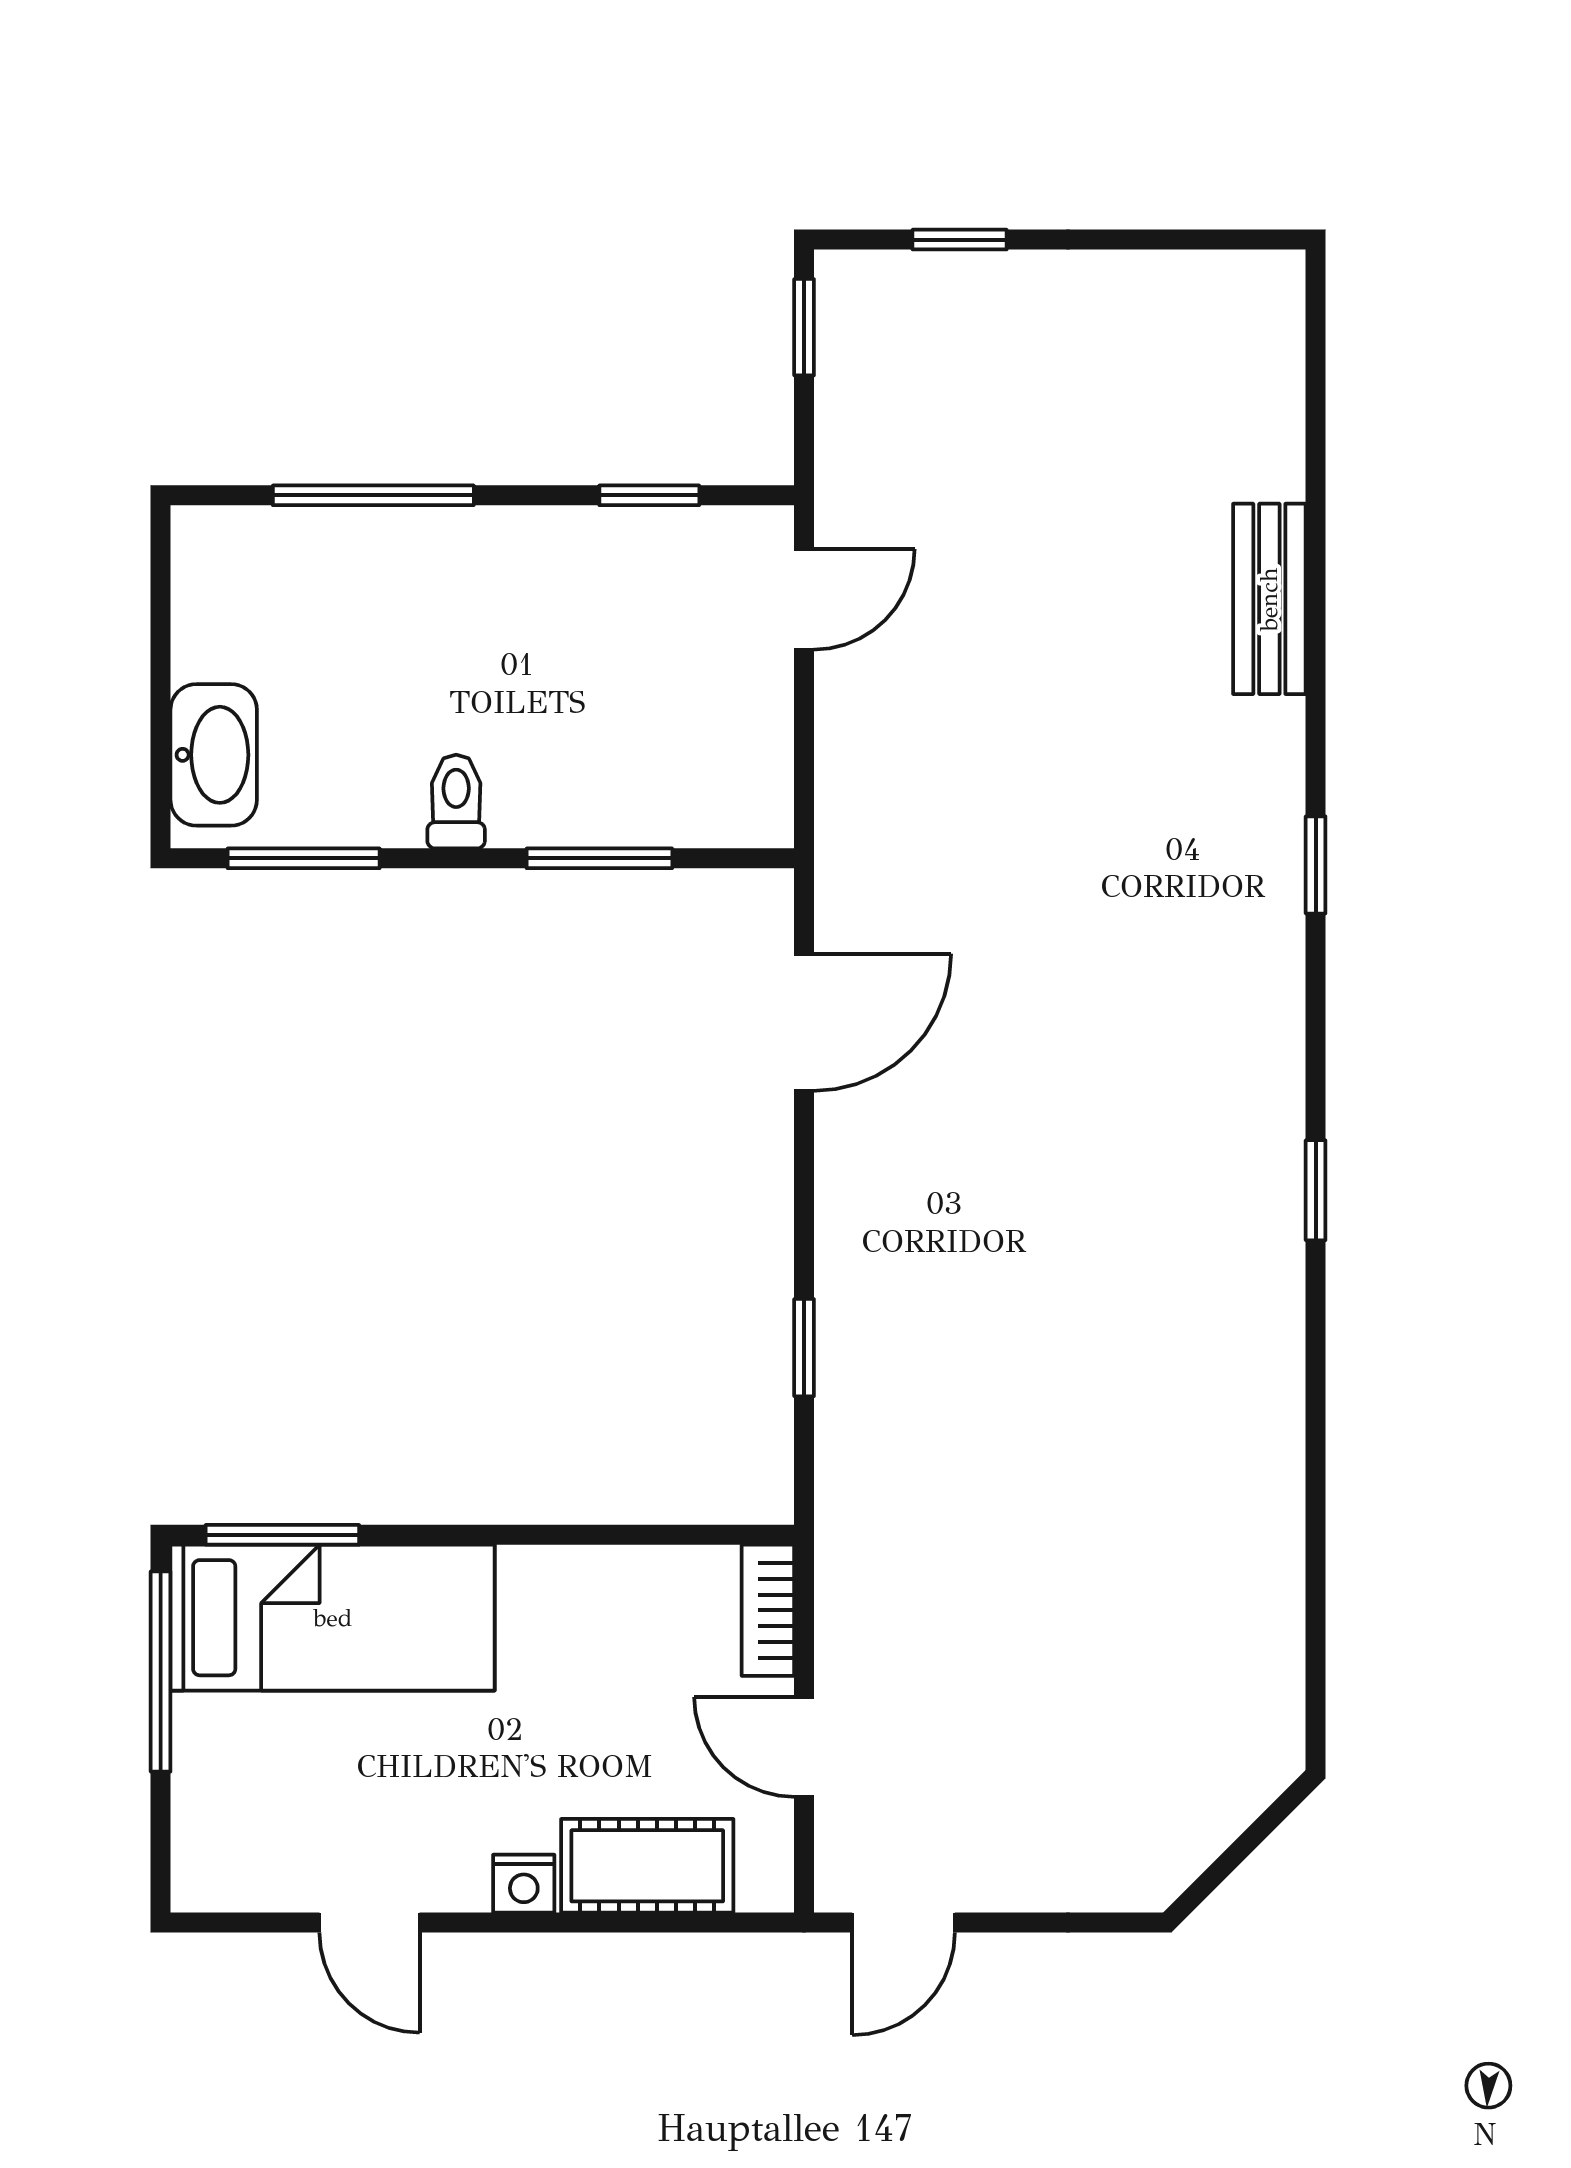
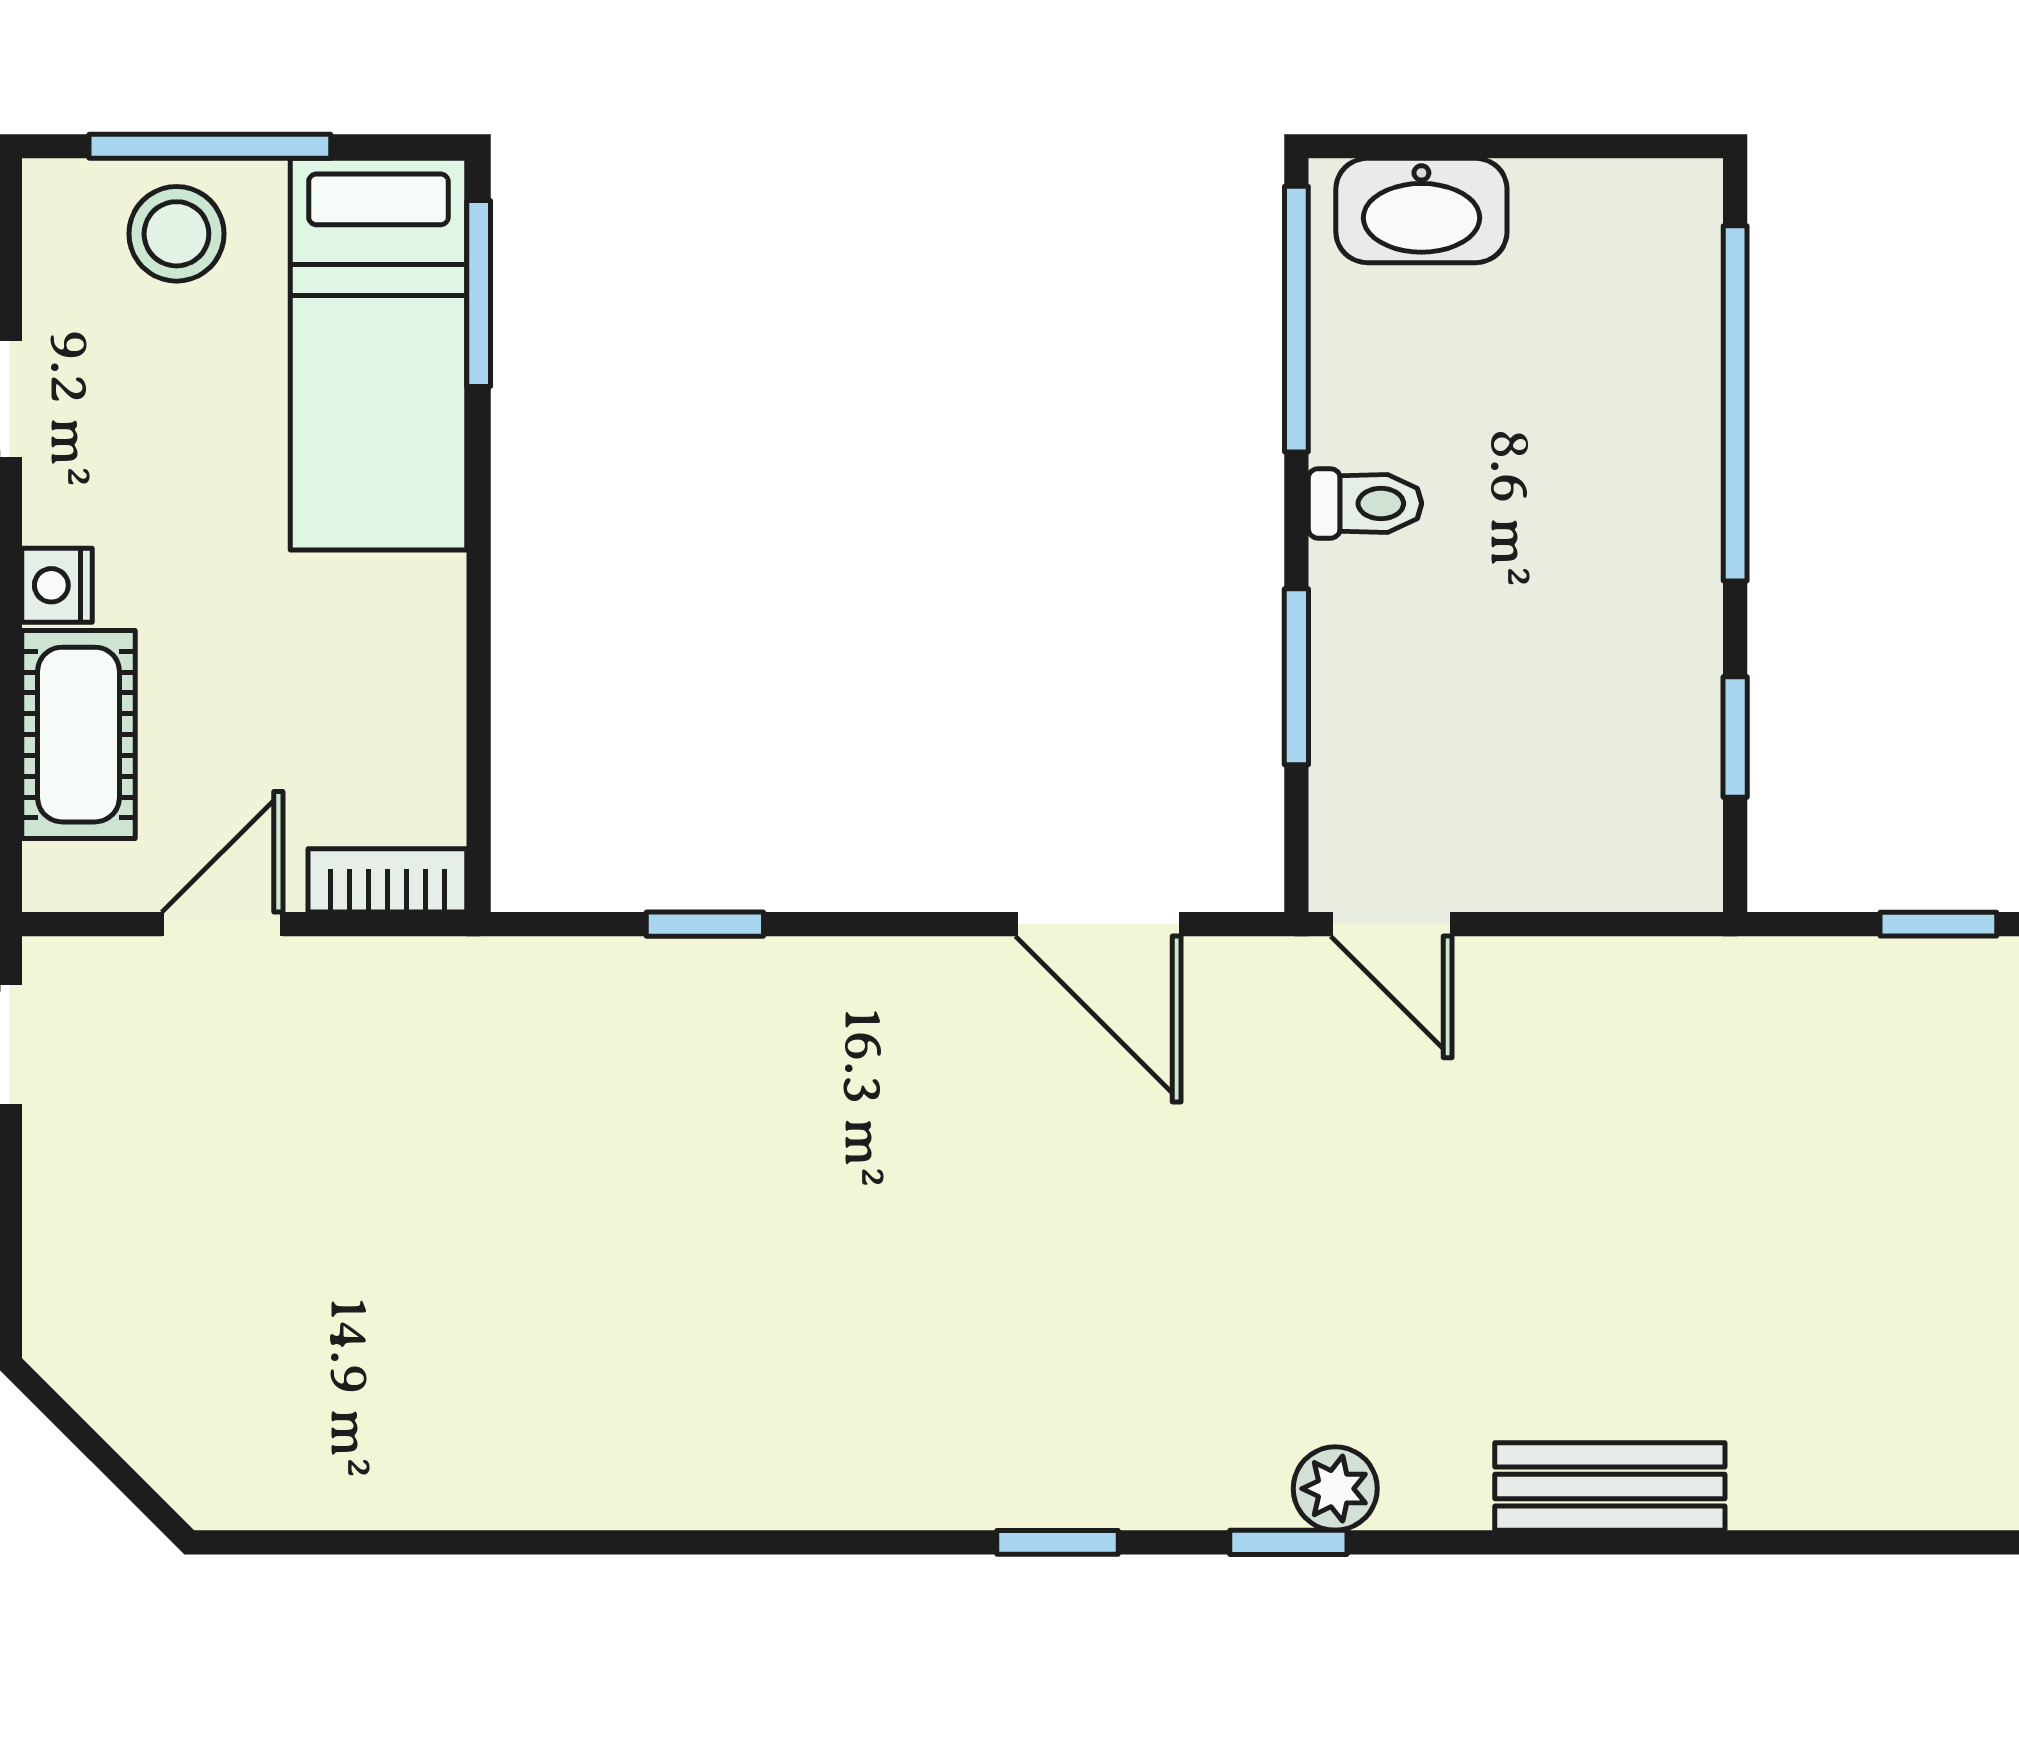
window: (373, 495) -> (1735, 403), width x1.46
door: (804, 599) -> (1391, 924), moved
plant: (1271, 826) -> (1335, 1489), added
window: (304, 858) -> (1296, 319), width x1.44
window: (1316, 1190) -> (1057, 1542), moved
window: (161, 1671) -> (210, 146), moved
stool: (233, 1785) -> (176, 234), added

